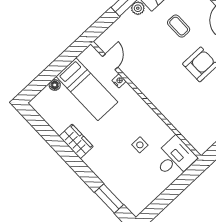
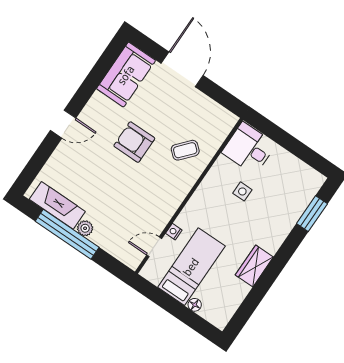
coffee table: (179, 26) -> (185, 150), moved, turned 41

